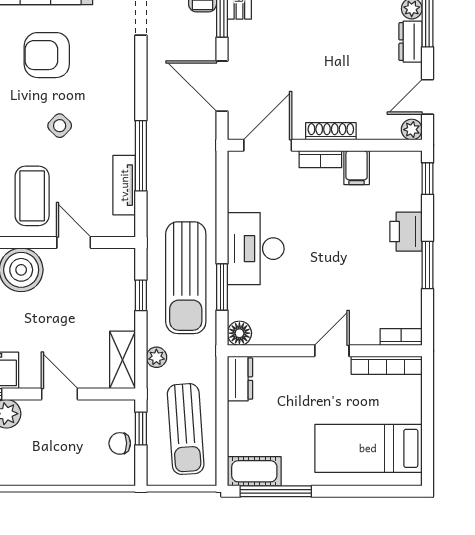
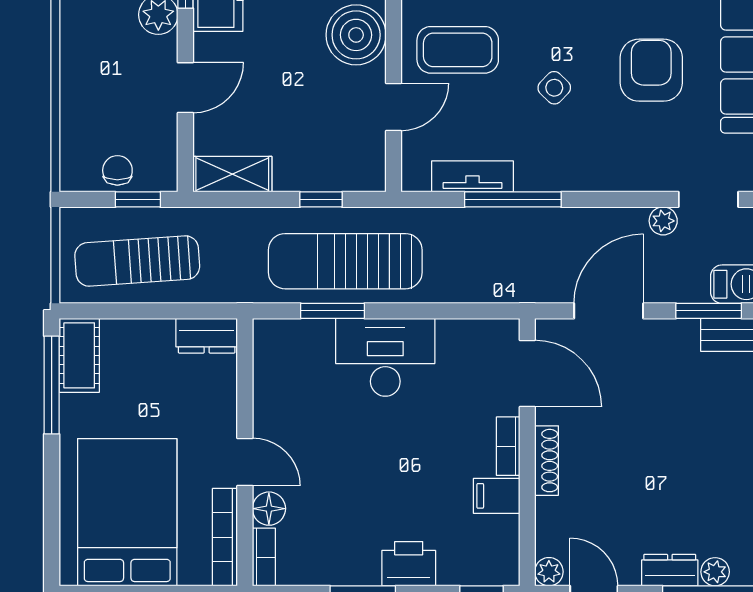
floor lamp: (239, 333) -> (269, 509), moved
plant: (156, 357) -> (663, 221), moved
bed: (368, 448) -> (127, 512), width x1.50

